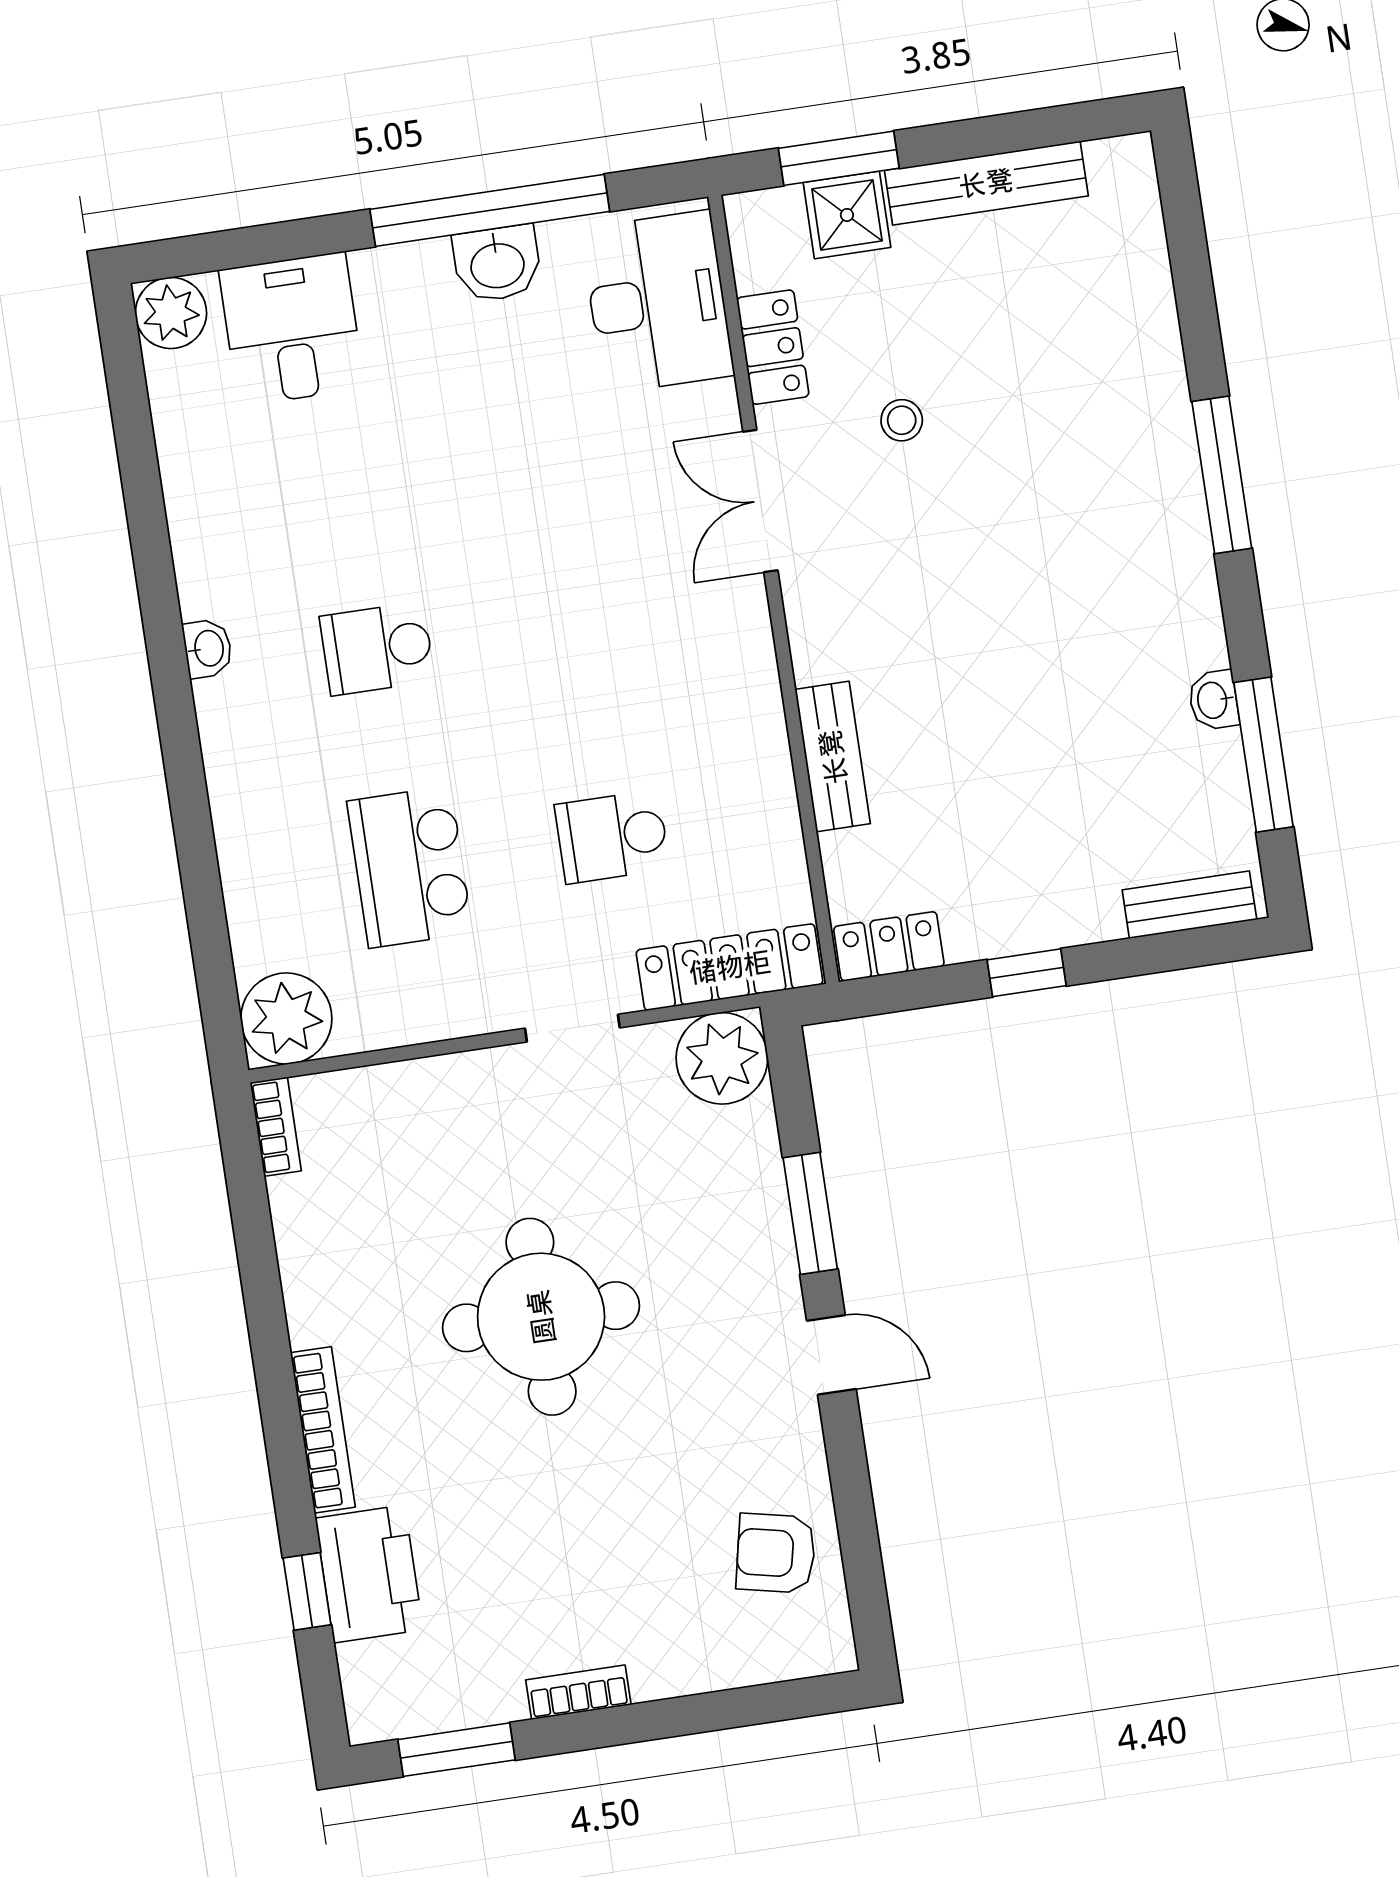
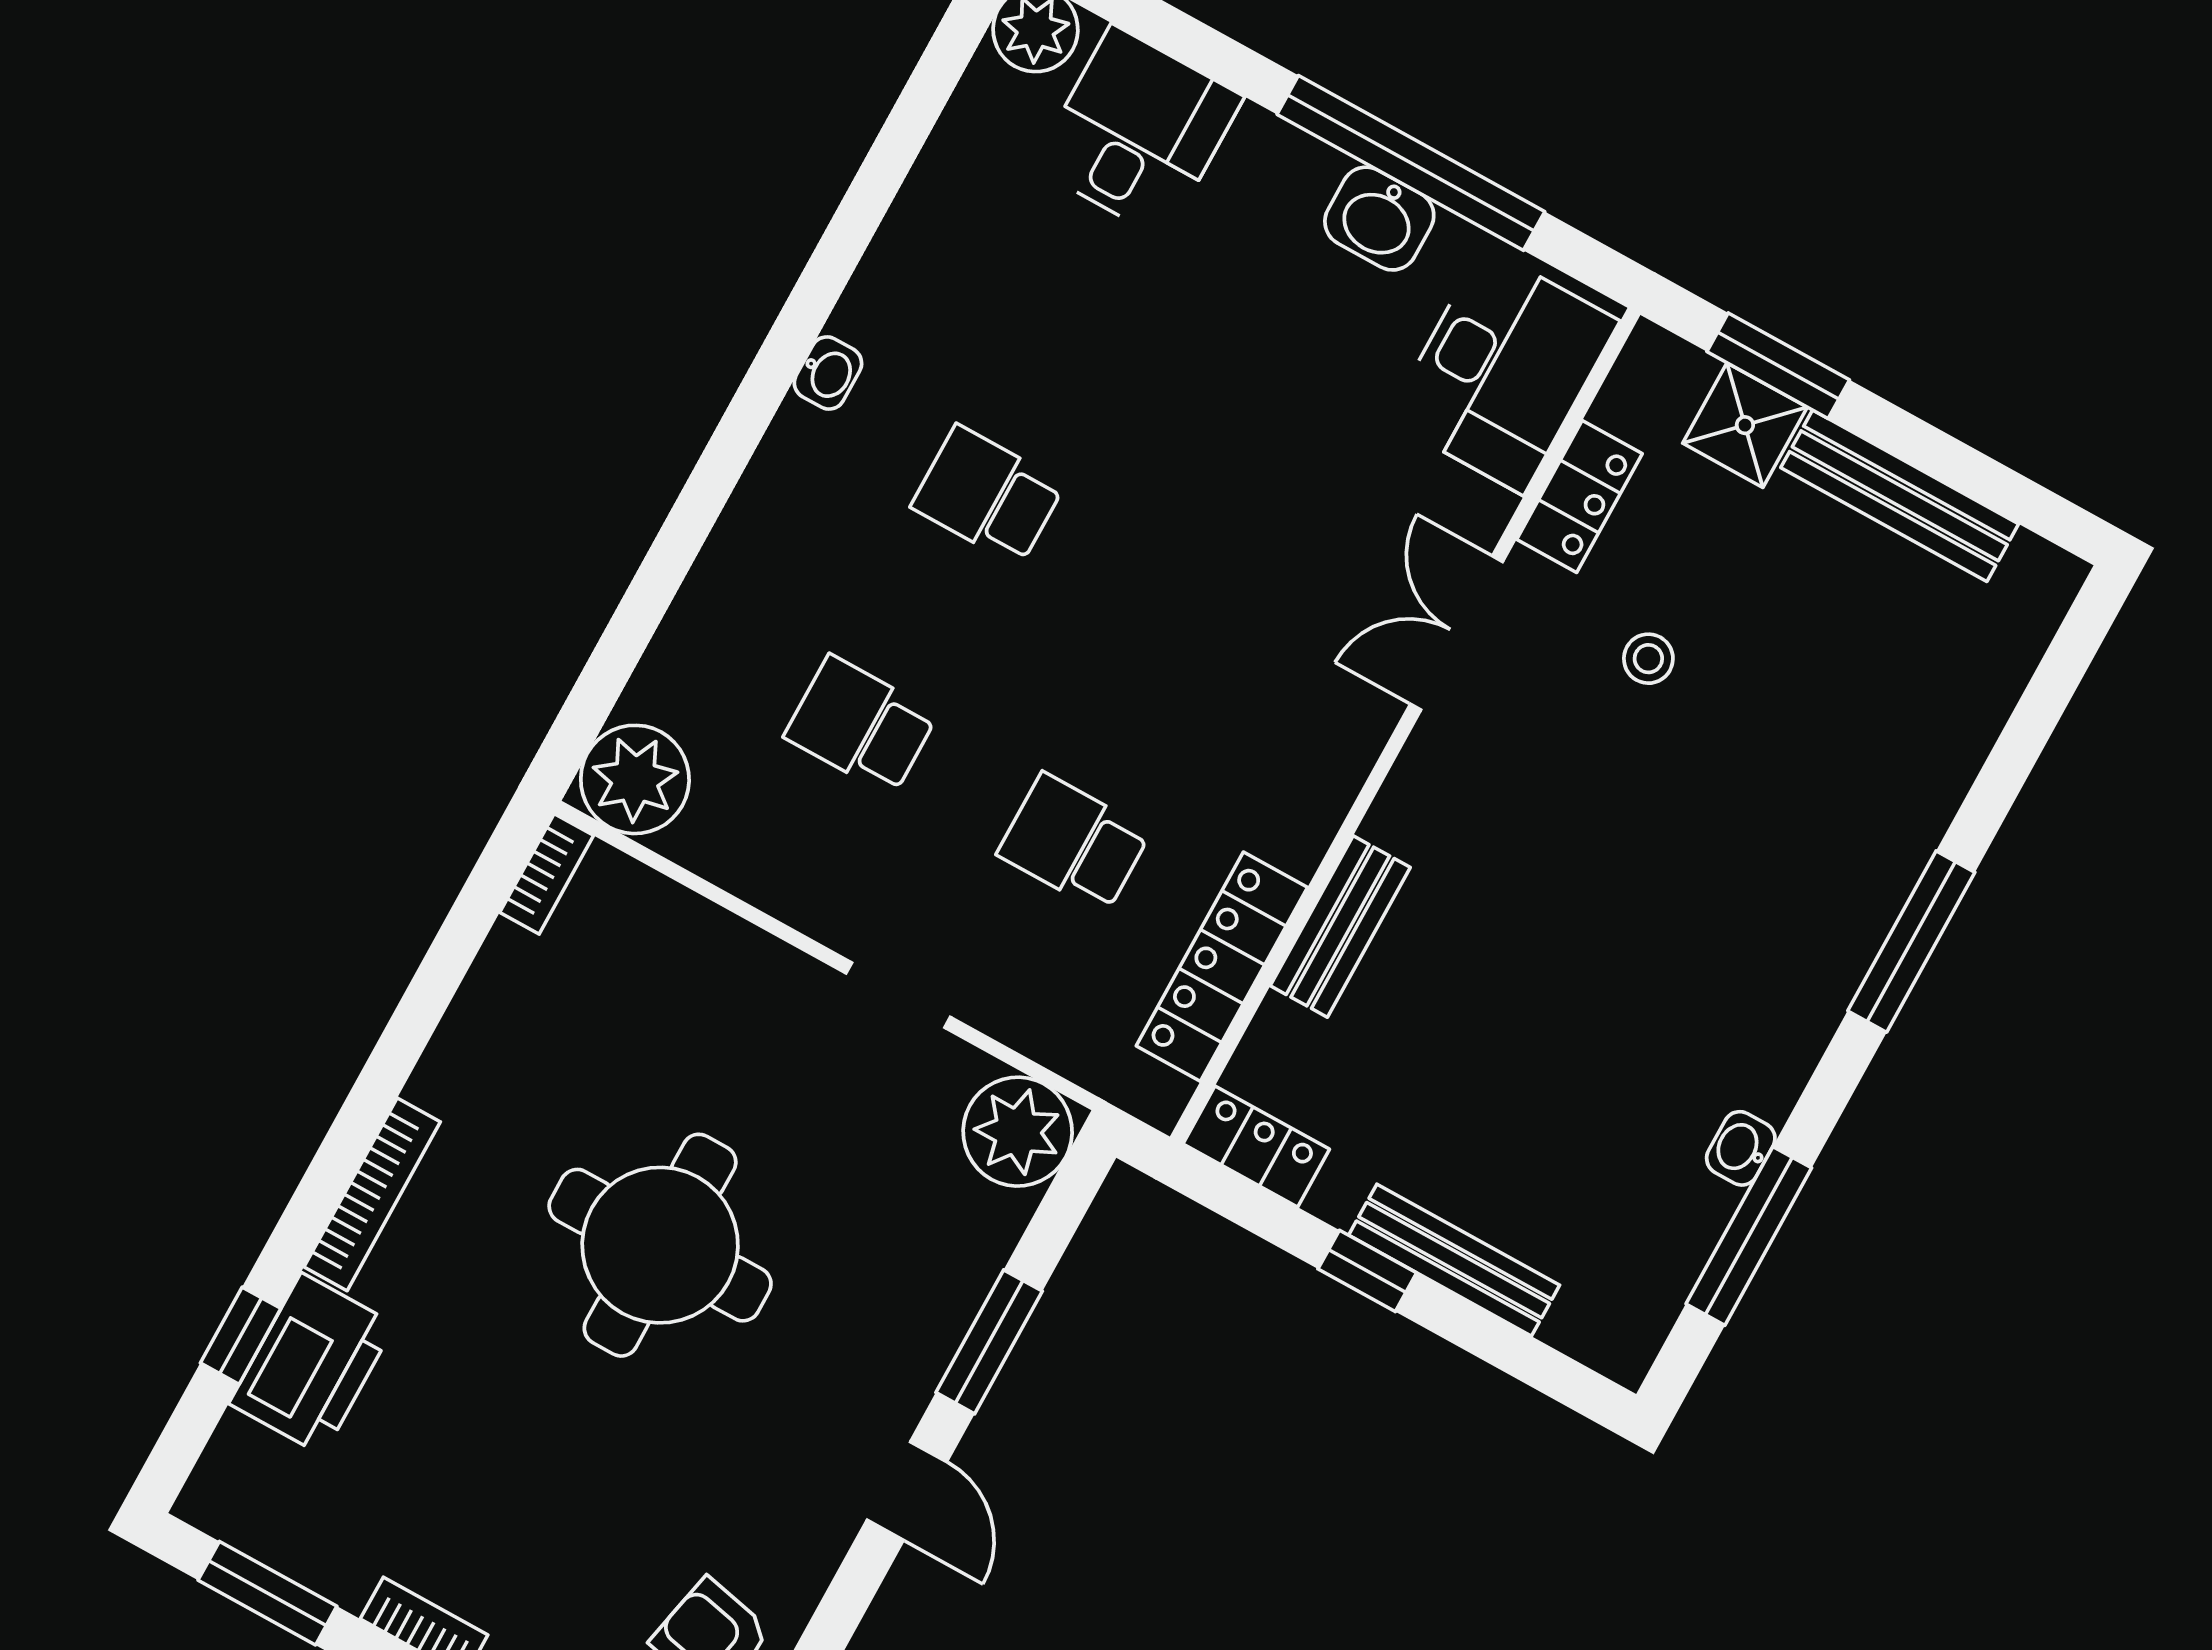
school desk: (410, 867) -> (861, 725), width x0.54
bench: (1189, 905) -> (1454, 1260), moved, width x1.36
locker: (730, 967) -> (1222, 967), moved, turned -90

